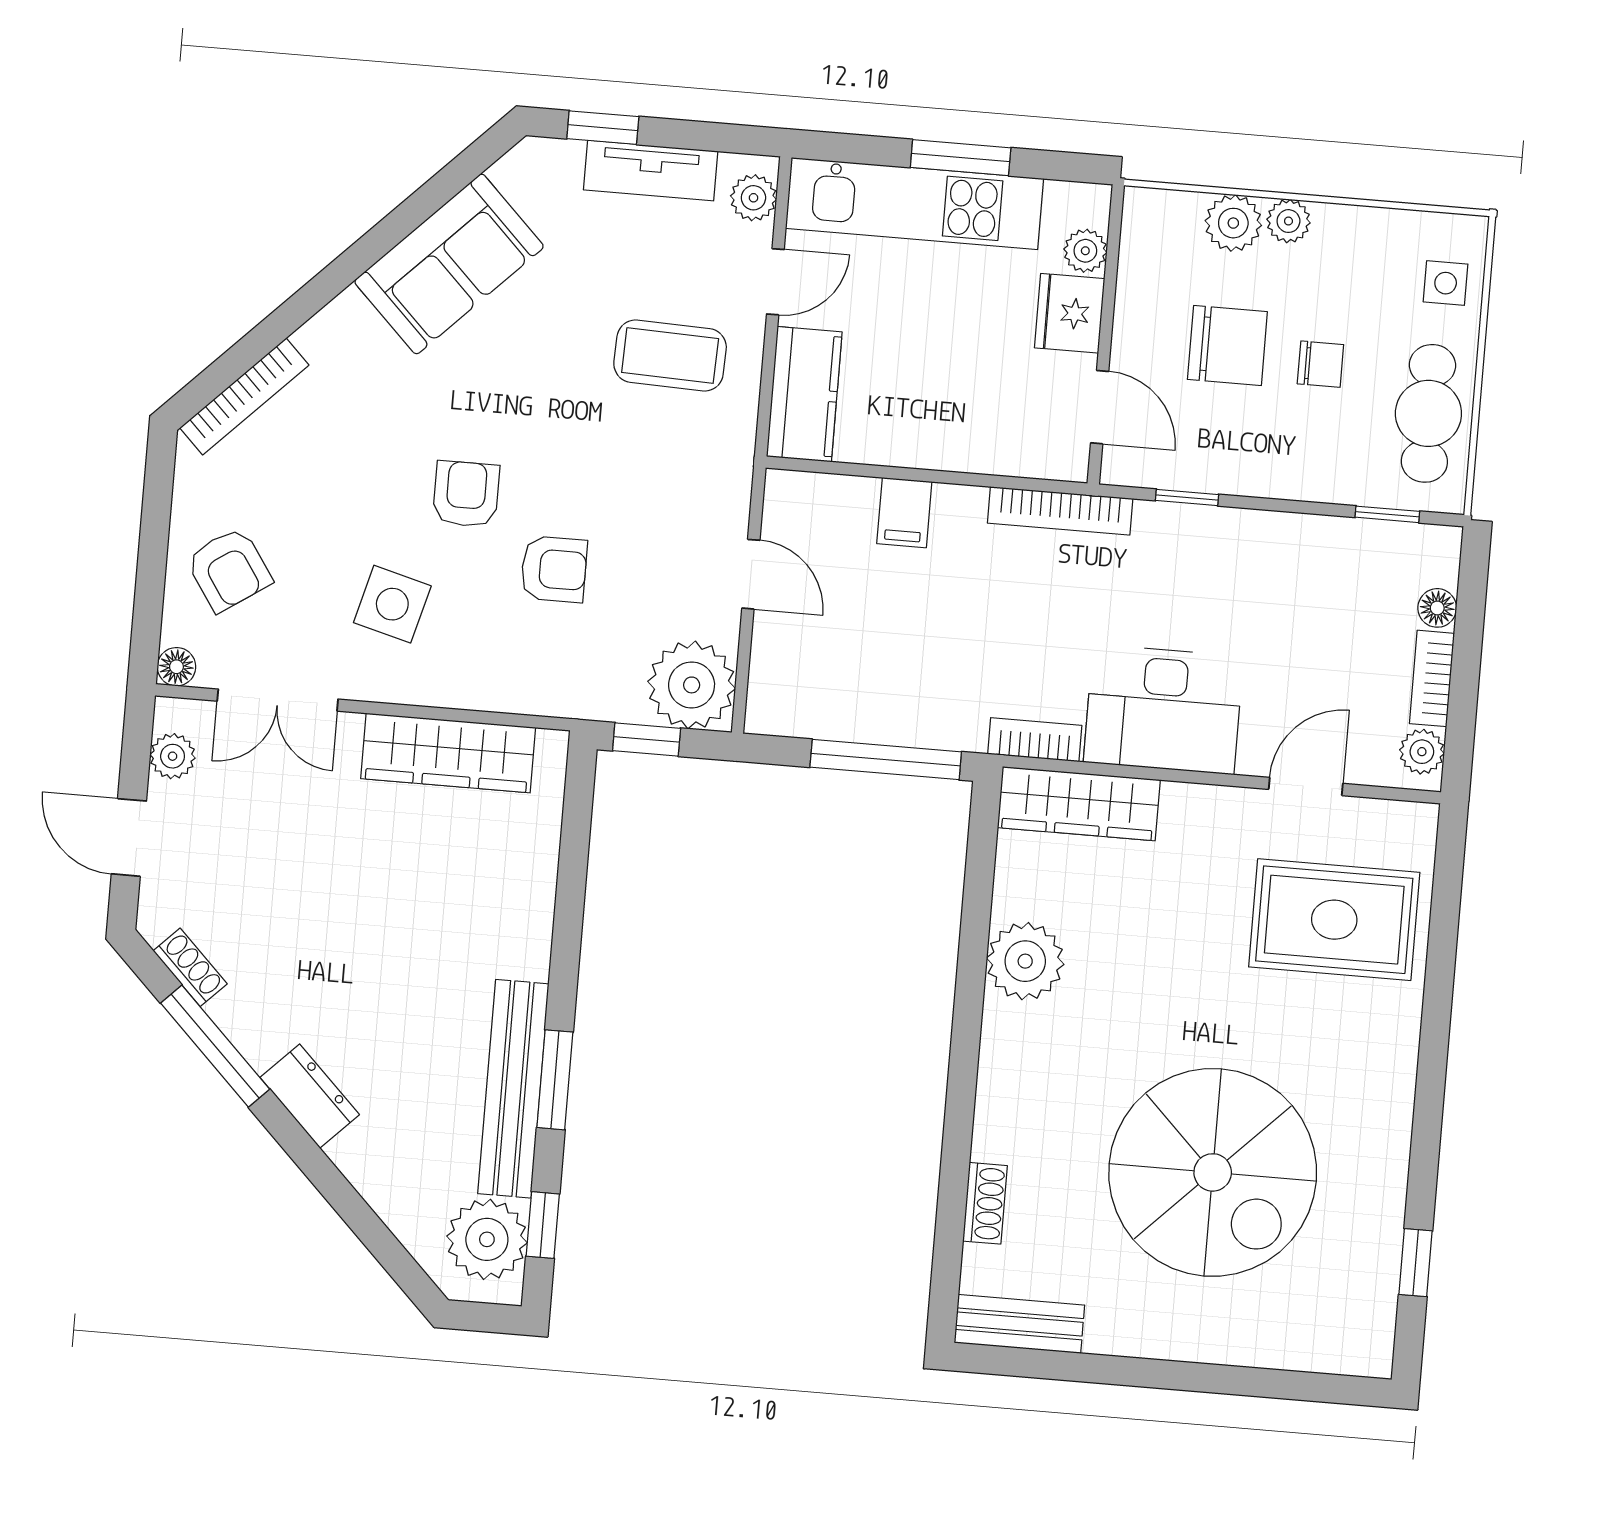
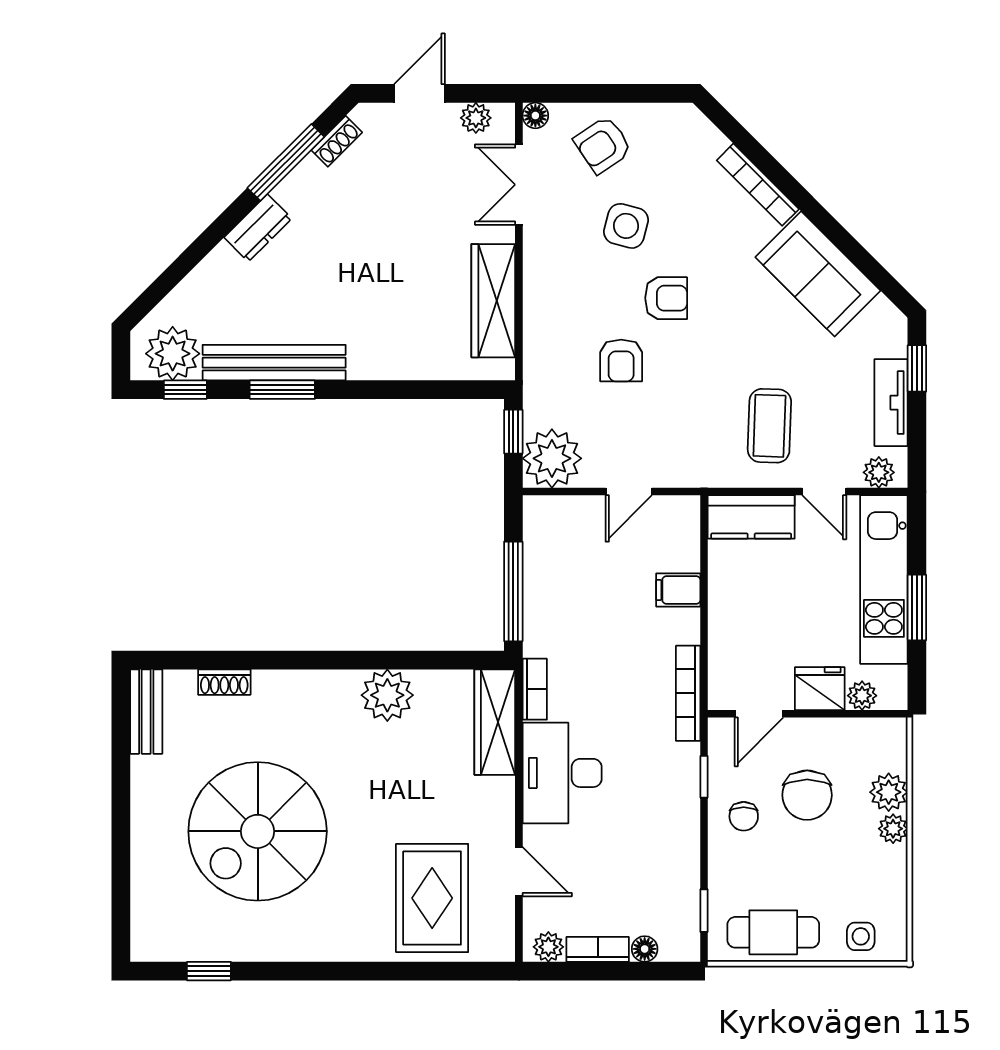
chair: (1320, 364) -> (744, 816), moved
bookcase: (244, 396) -> (758, 185), moved
side table: (392, 604) -> (626, 226), moved

